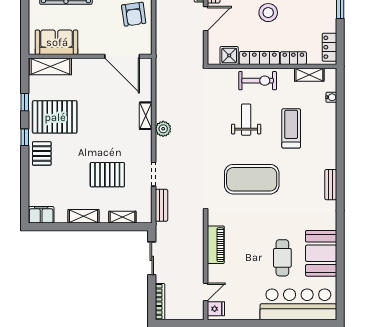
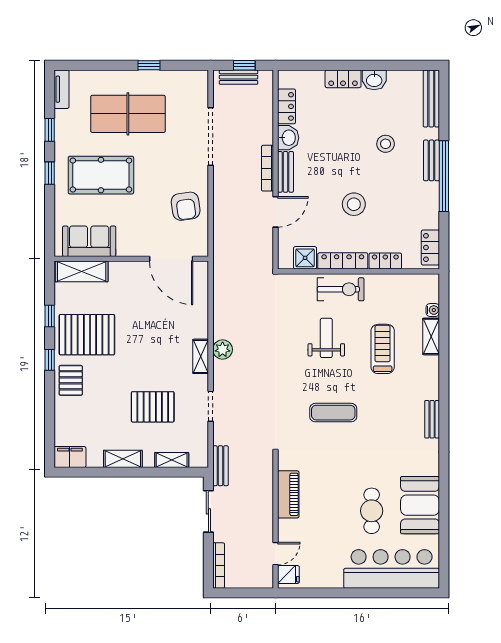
shelving: (309, 75) -> (431, 336), moved, turned 90
shelving: (146, 116) -> (201, 356), moved
exercise mat: (252, 179) -> (333, 413), width x0.50, depth x0.69
bench: (161, 205) -> (220, 466), moved

